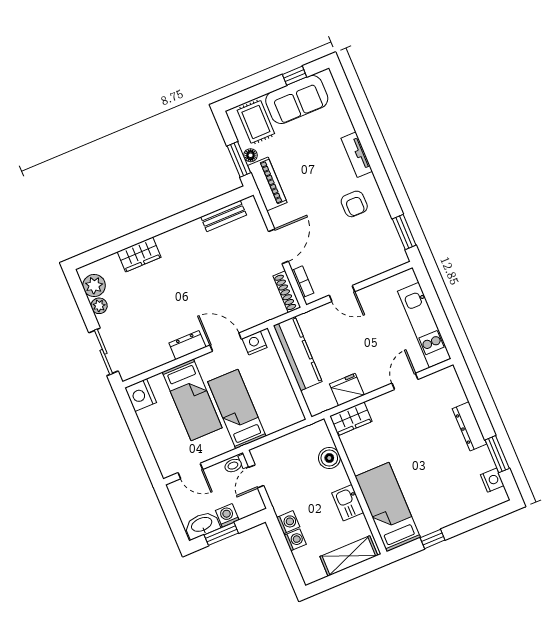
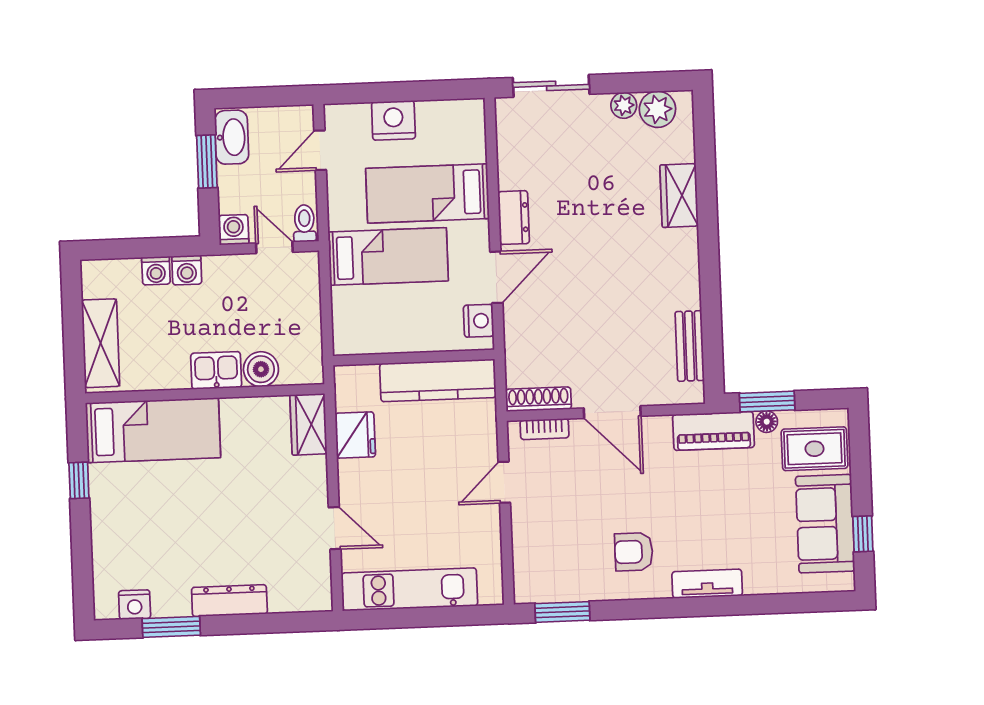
nightstand: (141, 395) -> (393, 120), moved
kitchen sink: (348, 503) -> (216, 370), moved
washing machine: (227, 515) -> (234, 230), moved, turned -90

